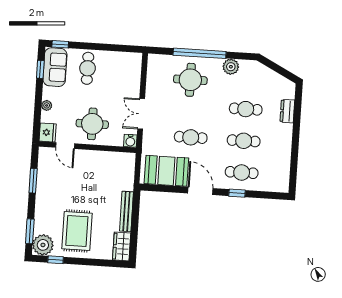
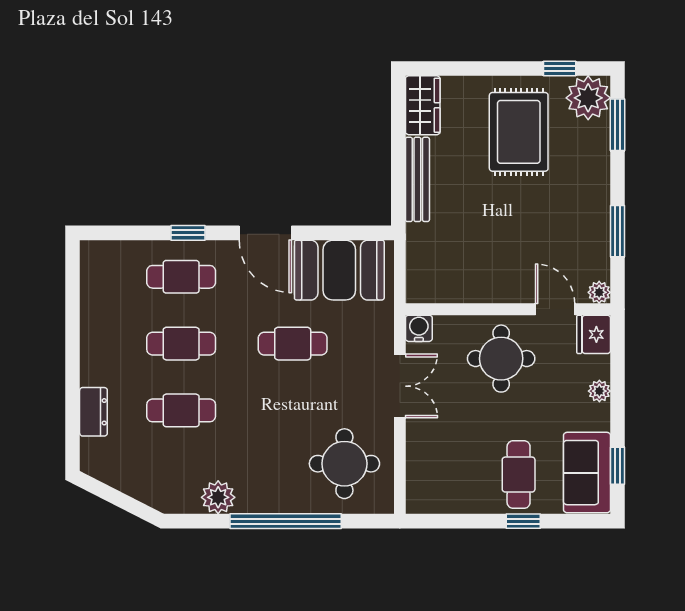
window: (60, 44) -> (523, 521), moved
round table: (190, 80) -> (344, 464), moved
plant: (44, 152) -> (599, 292), added

